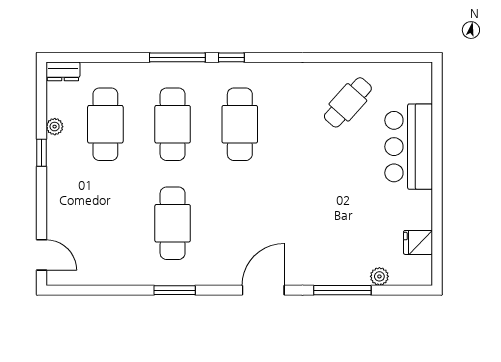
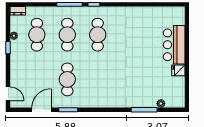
cafe table: (348, 102) -> (147, 25), removed
fridge: (418, 242) -> (178, 70), moved
door: (263, 290) -> (41, 110), moved

